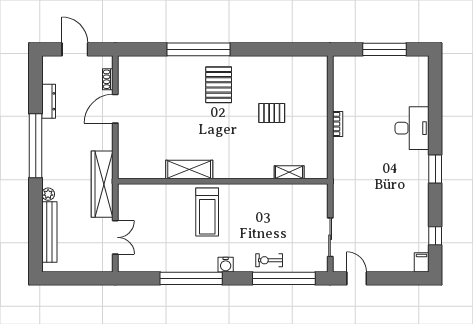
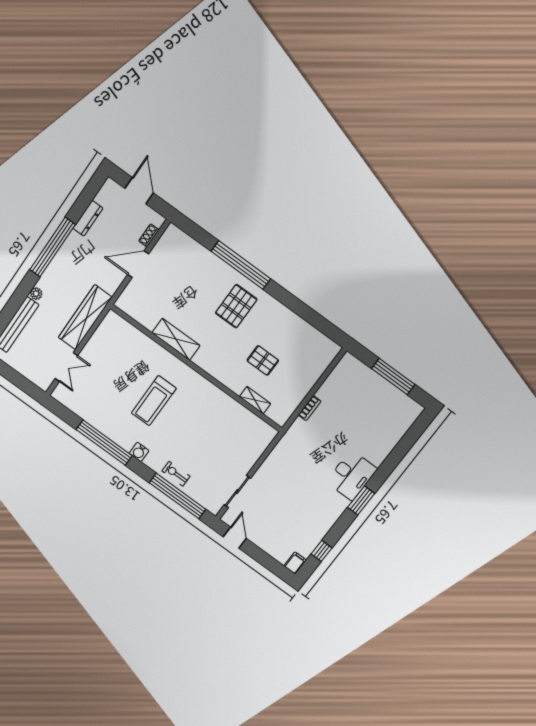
desk: (412, 128) -> (352, 475), moved
shelving: (189, 170) -> (176, 339), moved
shelving: (289, 172) -> (255, 400), moved
wall: (223, 181) -> (196, 368), moved

